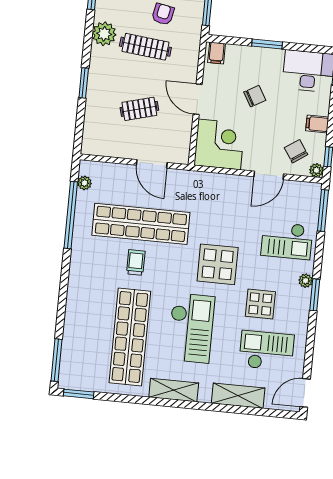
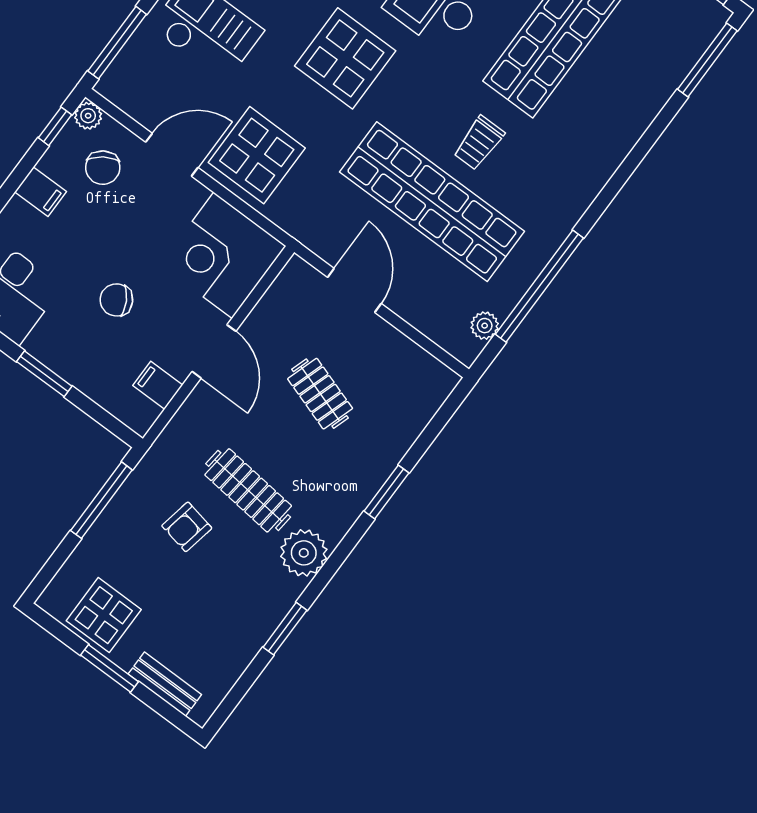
filing cabinet: (217, 53) -> (158, 385), moved, turned -90
clothes rail: (139, 109) -> (320, 394), turned 33
display table: (231, 198) -> (257, 155), added

